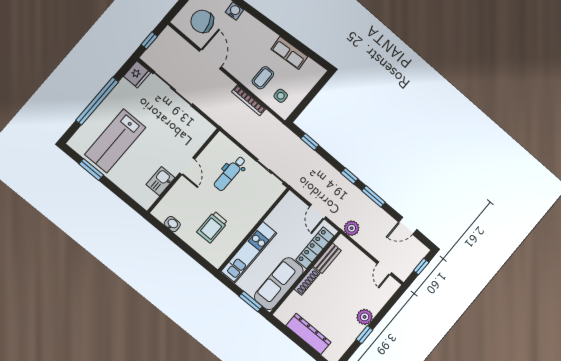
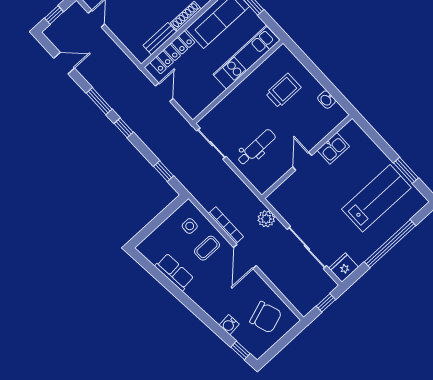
door: (210, 59) -> (245, 257), moved
plant: (352, 228) -> (266, 219), moved

